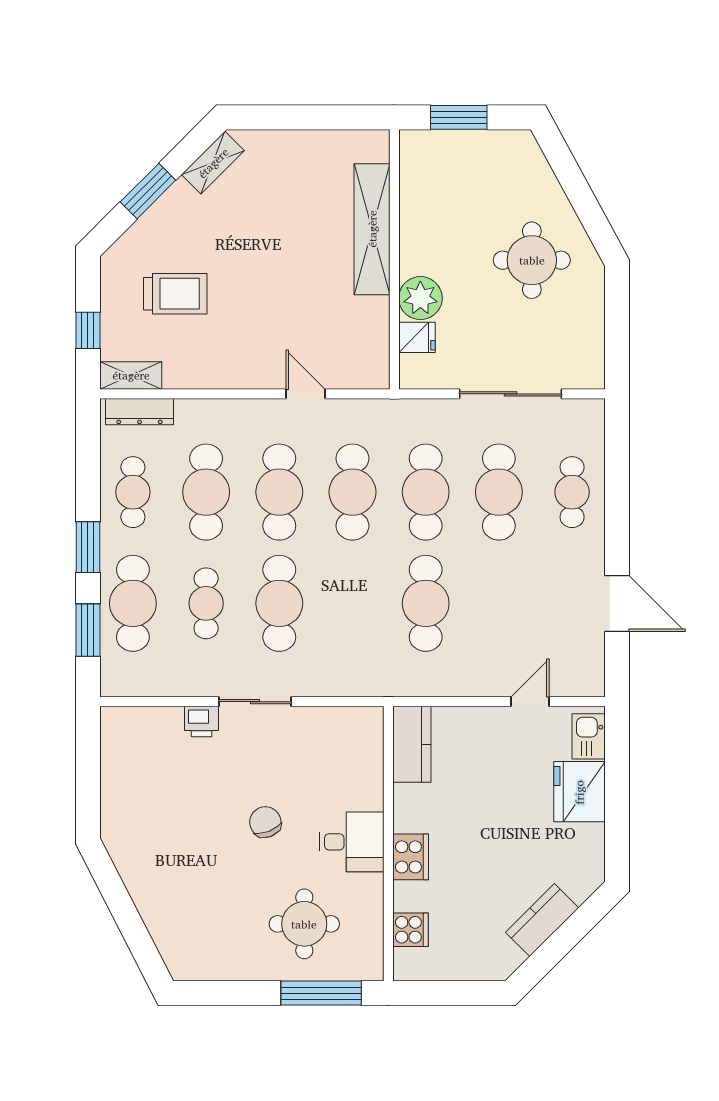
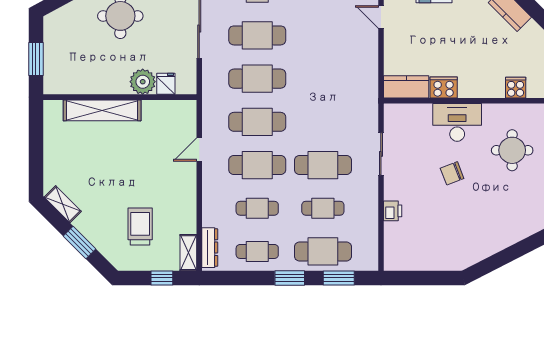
cafe table: (206, 492) -> (257, 208), width x0.73, depth x0.74
cafe table: (426, 603) -> (323, 79), removed
sliding door: (255, 702) -> (381, 154), moved
desk: (352, 842) -> (457, 122), width x1.37
cooker: (411, 857) -> (444, 88), moved

